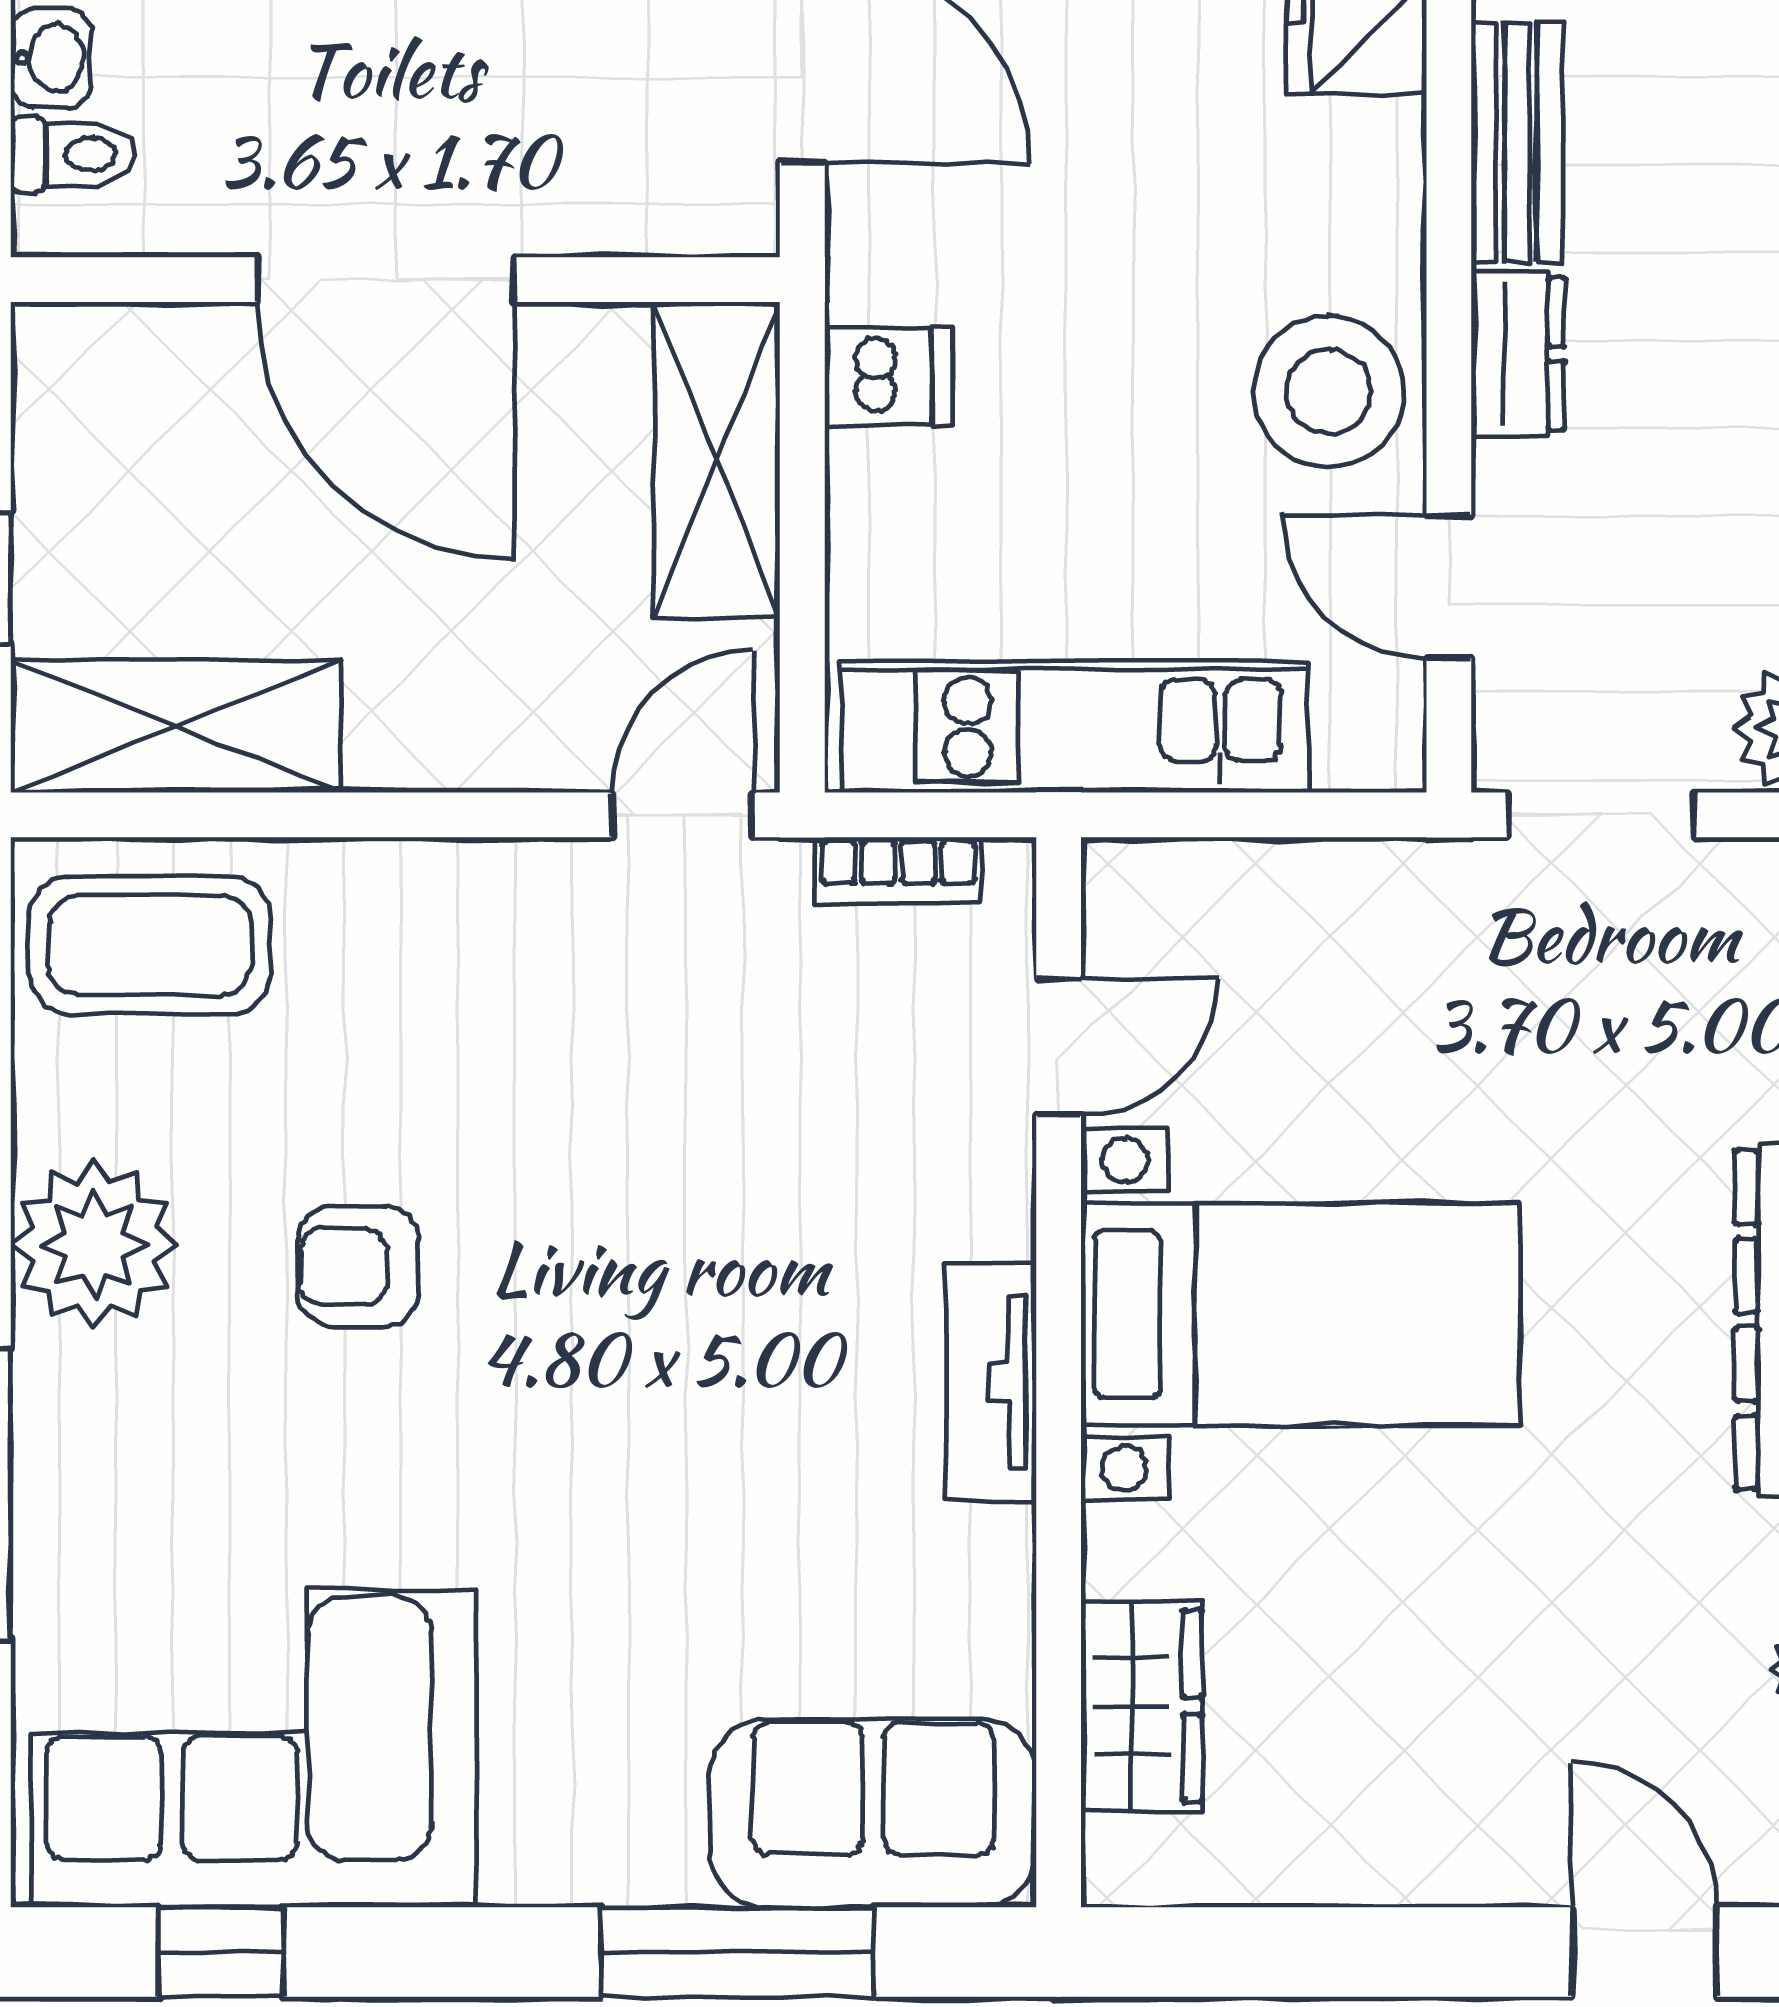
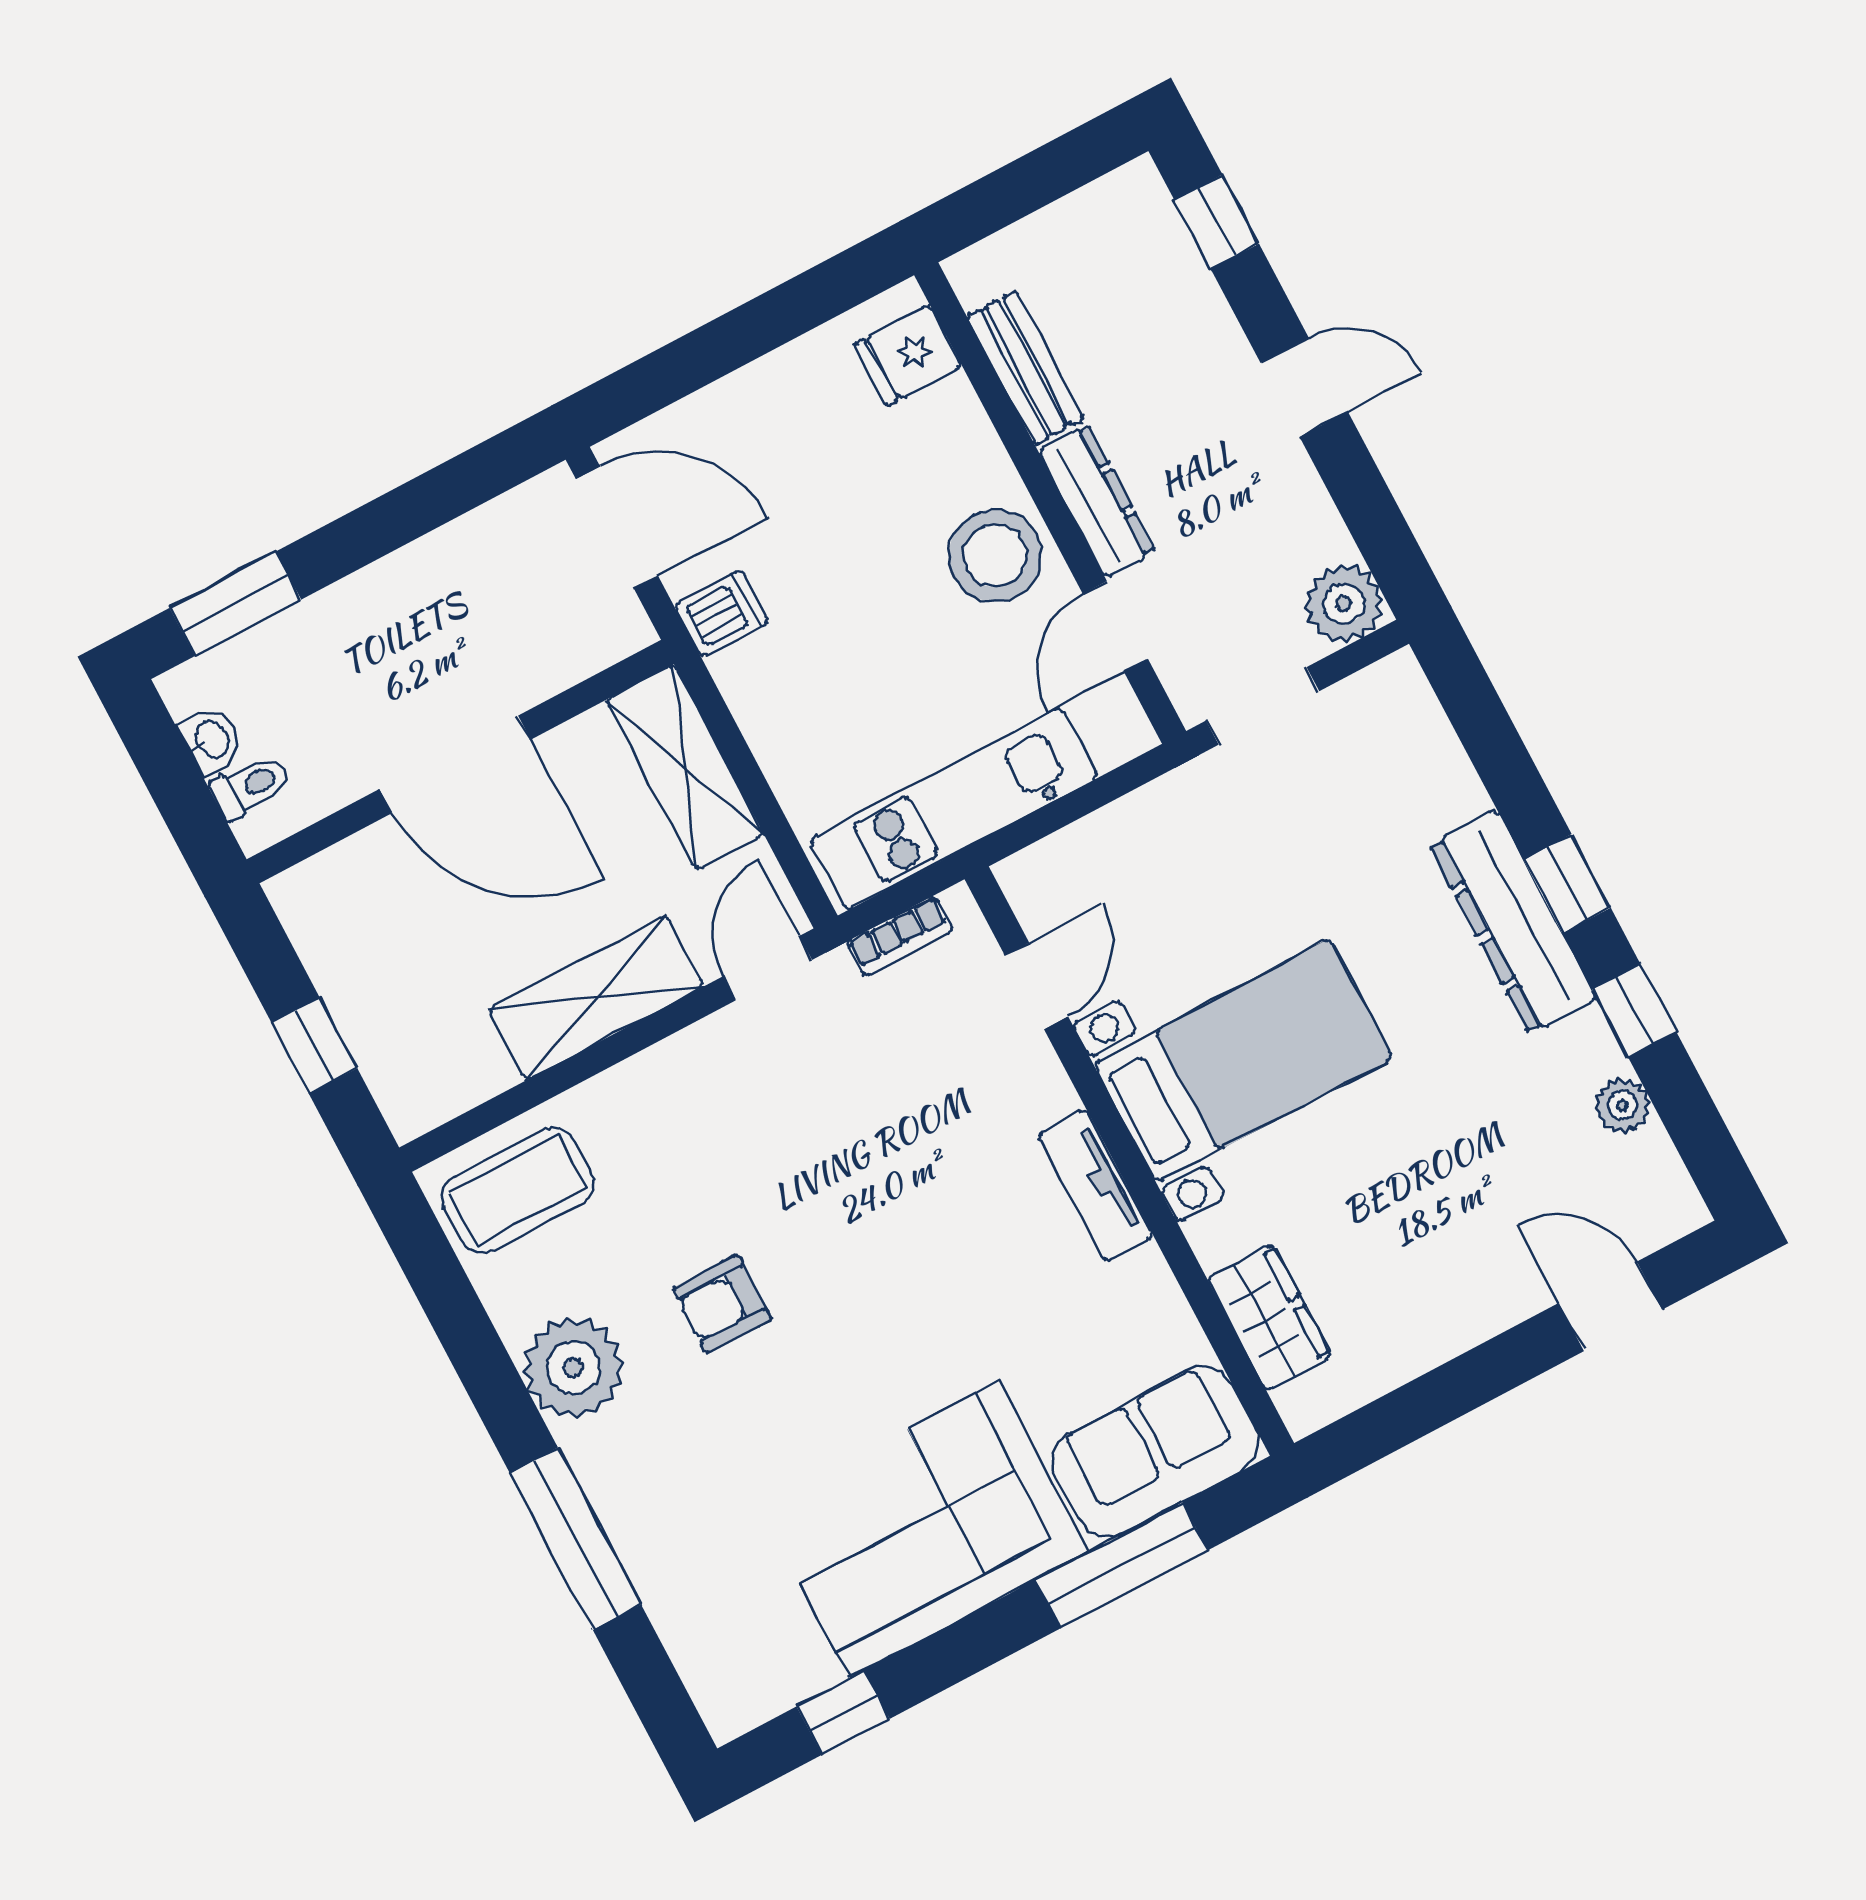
dresser: (1518, 354) -> (1097, 501), width x1.44
dishwasher: (888, 376) -> (722, 613), moved
door: (1449, 586) -> (1115, 626), hinge flipped
shelving: (176, 726) -> (596, 998), moved
corner sofa: (254, 1749) -> (924, 1529), moved

